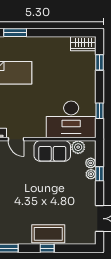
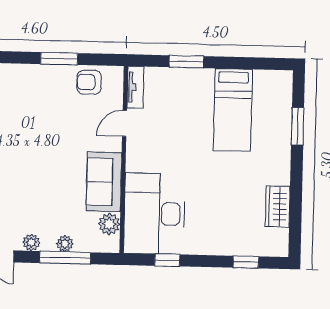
wardrobe: (83, 44) -> (278, 207), moved
plant: (91, 163) -> (31, 242), moved
window: (100, 174) -> (65, 258), width x2.17

